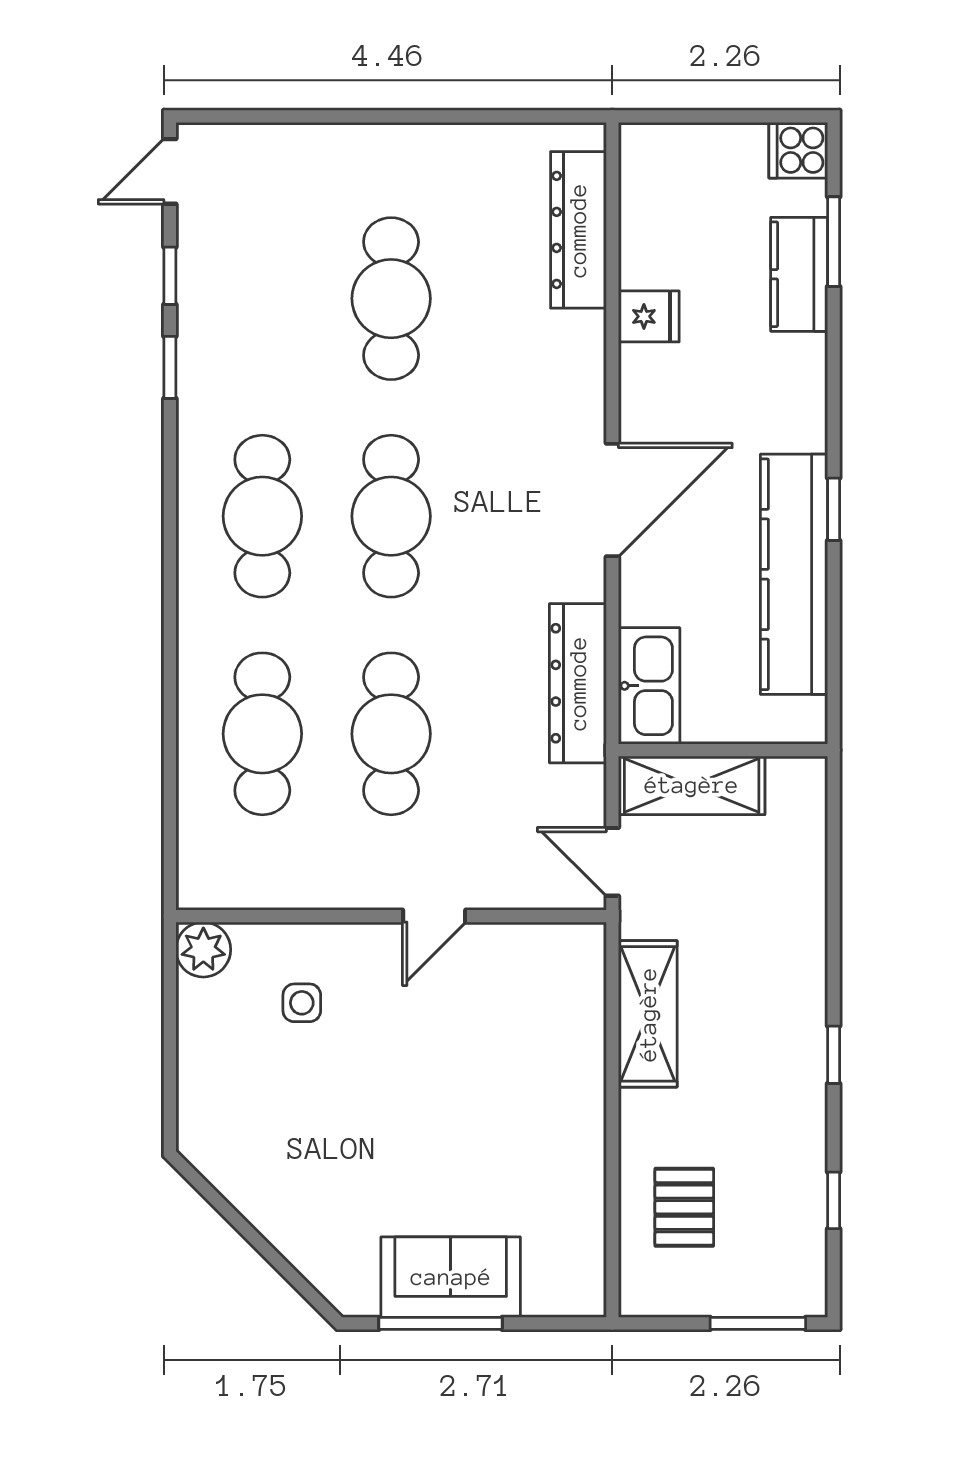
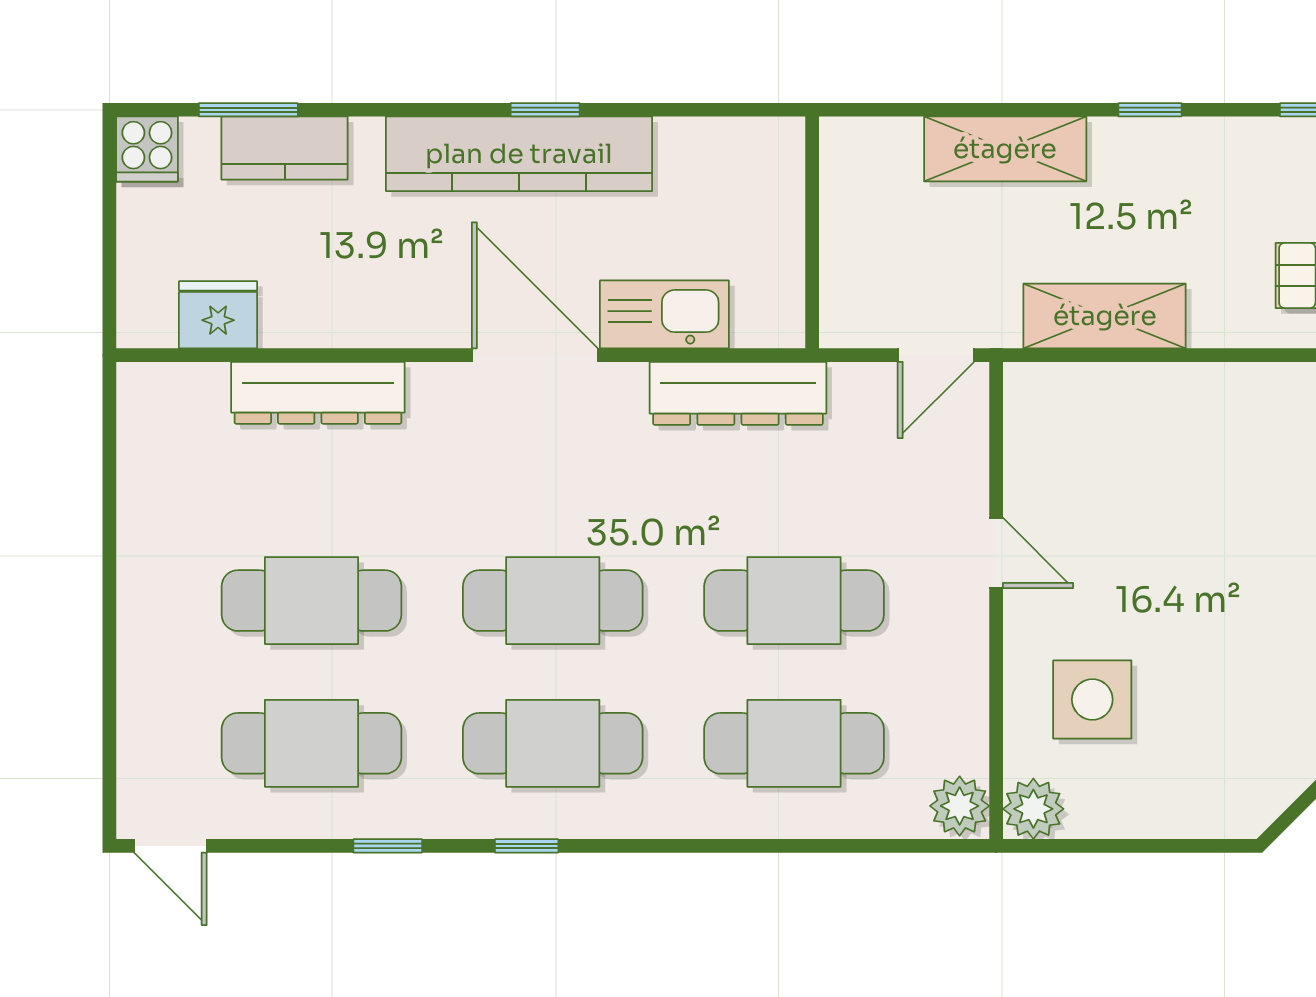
dresser: (578, 230) -> (318, 393), moved
window: (170, 276) -> (527, 846), moved
cafe table: (262, 299) -> (311, 743), added
fridge: (649, 316) -> (218, 315), moved, width x1.38
kitchen counter: (794, 574) -> (519, 154), moved
kitchen sink: (649, 686) -> (664, 314), moved
shelving: (692, 785) -> (1005, 149), moved, turned 90
plant: (206, 883) -> (960, 806), added
side table: (302, 1003) -> (1092, 700), width x1.87, depth x1.87

